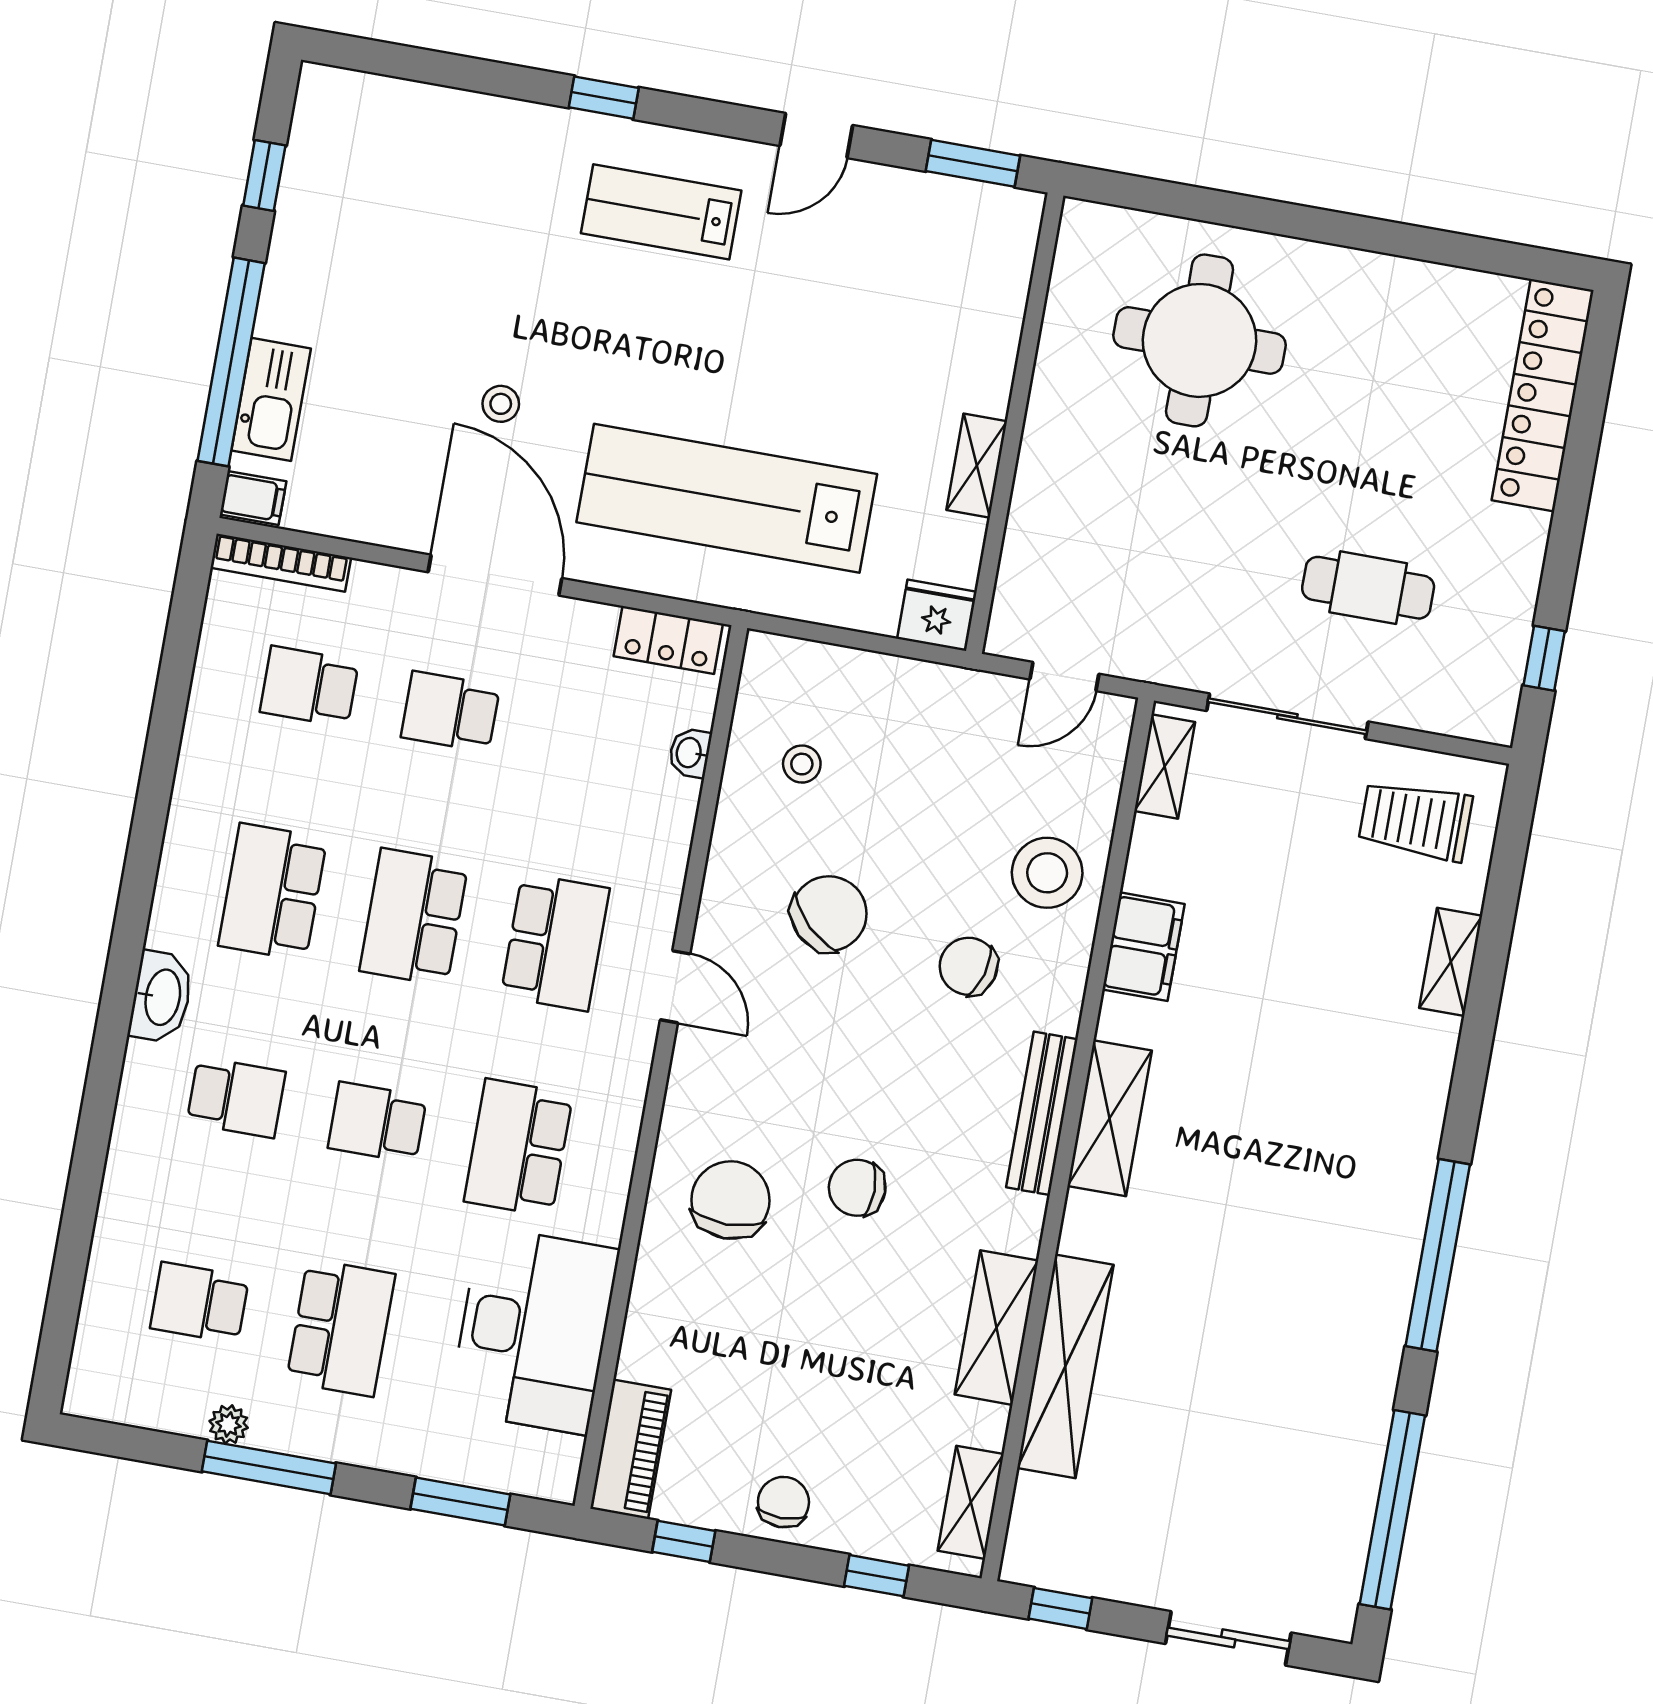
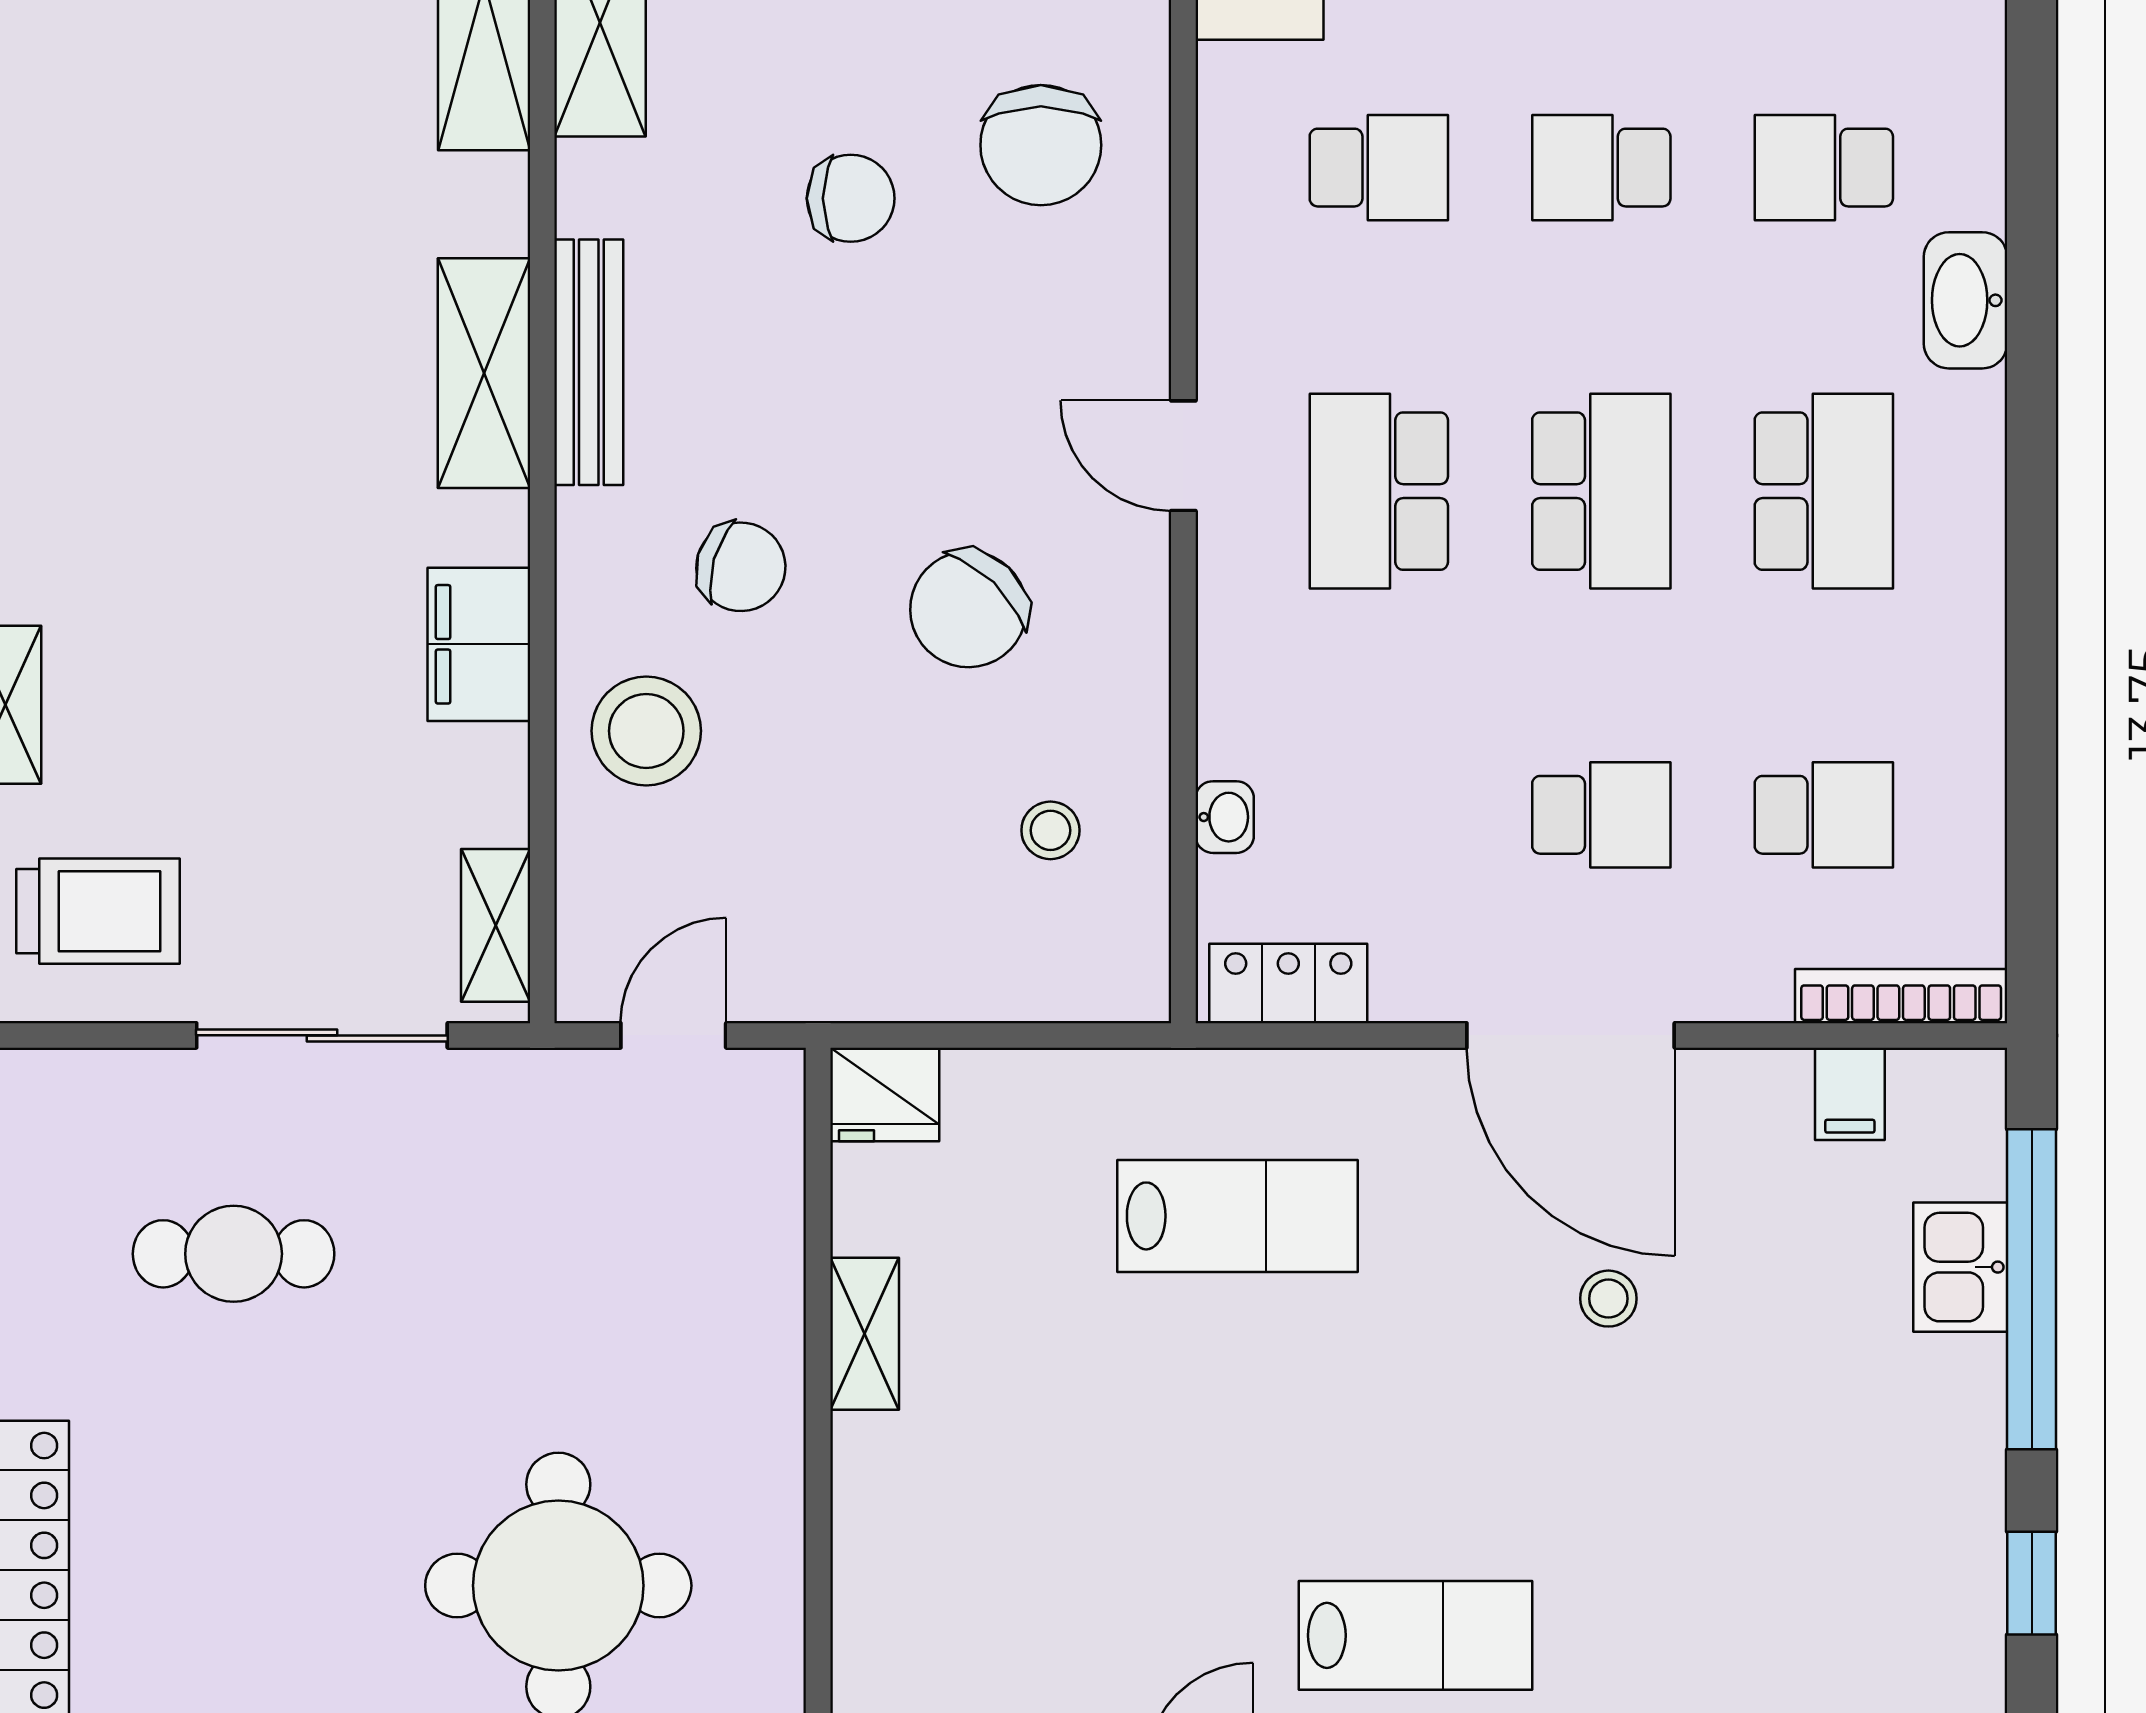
kitchen sink: (271, 399) -> (1960, 1267), width x0.73
filing cabinet: (253, 498) -> (1850, 1094), moved, turned -90
lab bench: (727, 498) -> (1237, 1216), width x0.54, depth x0.72
school desk: (377, 1122) -> (1601, 168), turned 180
school desk: (519, 1148) -> (1379, 168), width x0.54

